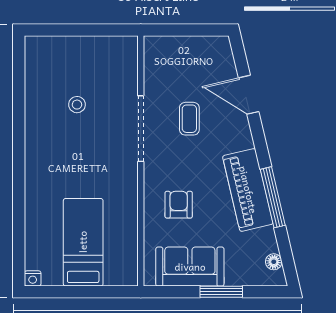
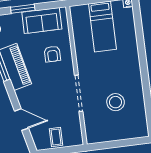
stool: (77, 105) -> (116, 102), width x1.89, depth x1.89
coffee table: (189, 119) -> (56, 137), moved

